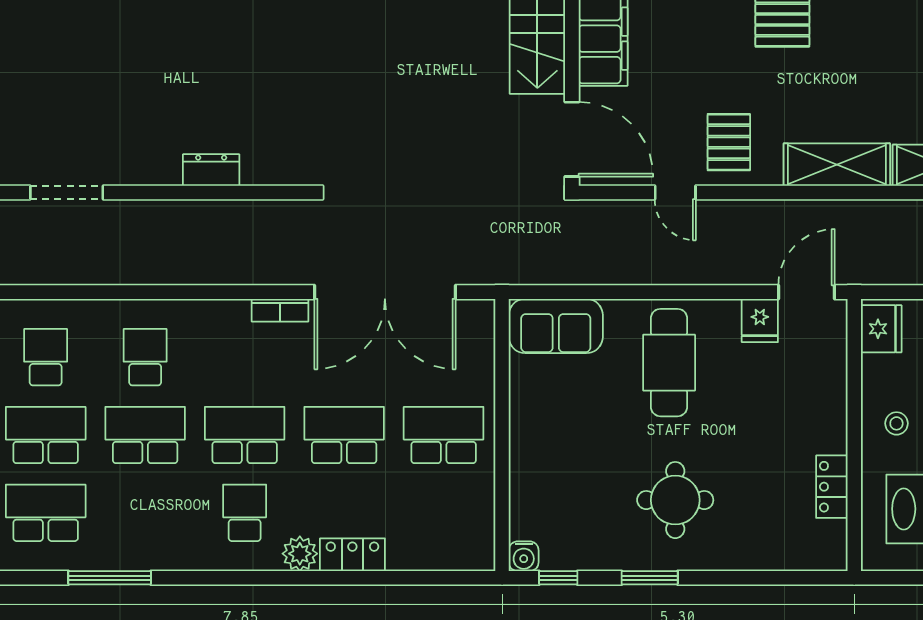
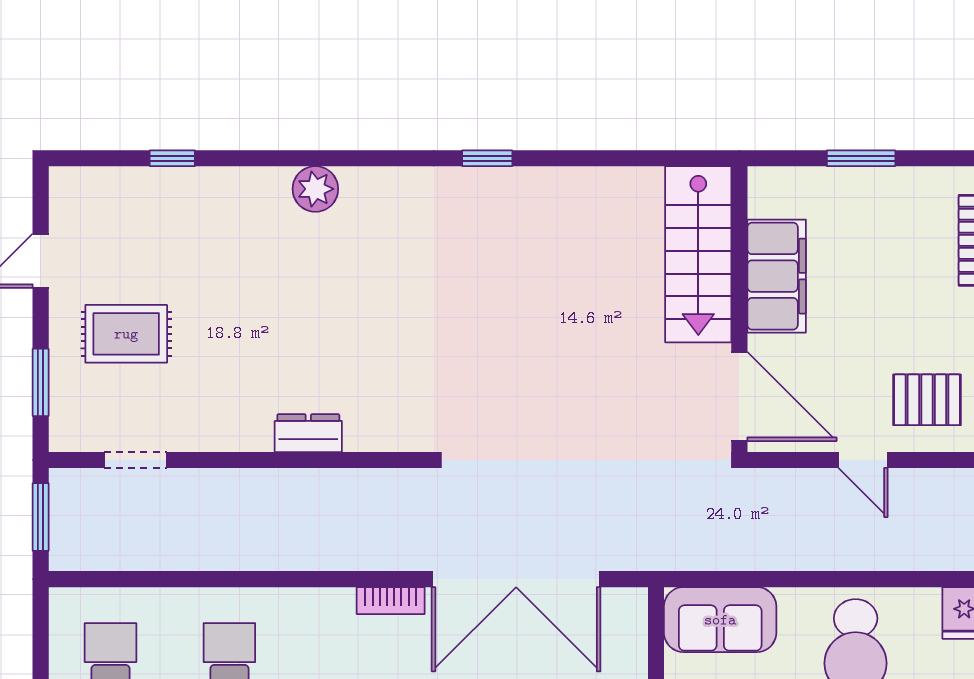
rug: (59, 87) -> (126, 334), added
pallet: (729, 142) -> (927, 400), turned 90
doorway: (67, 192) -> (135, 460), width x0.73

